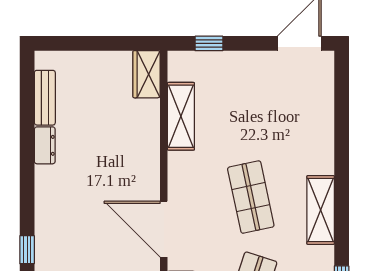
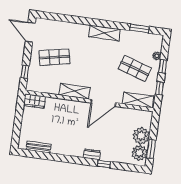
shelving: (181, 116) -> (75, 91), moved
dresser: (45, 145) -> (92, 154), moved
shop shelf: (251, 197) -> (54, 57), moved

